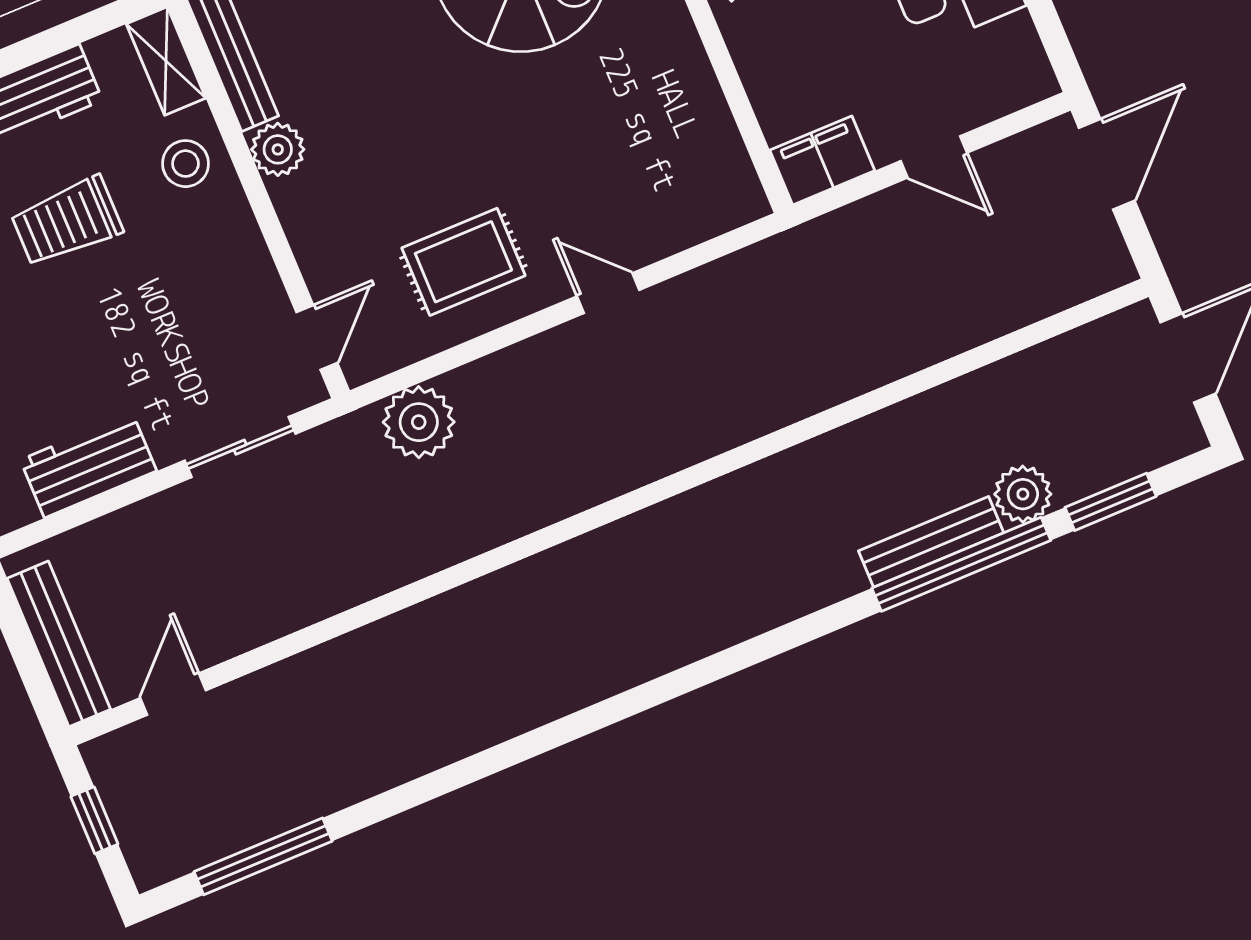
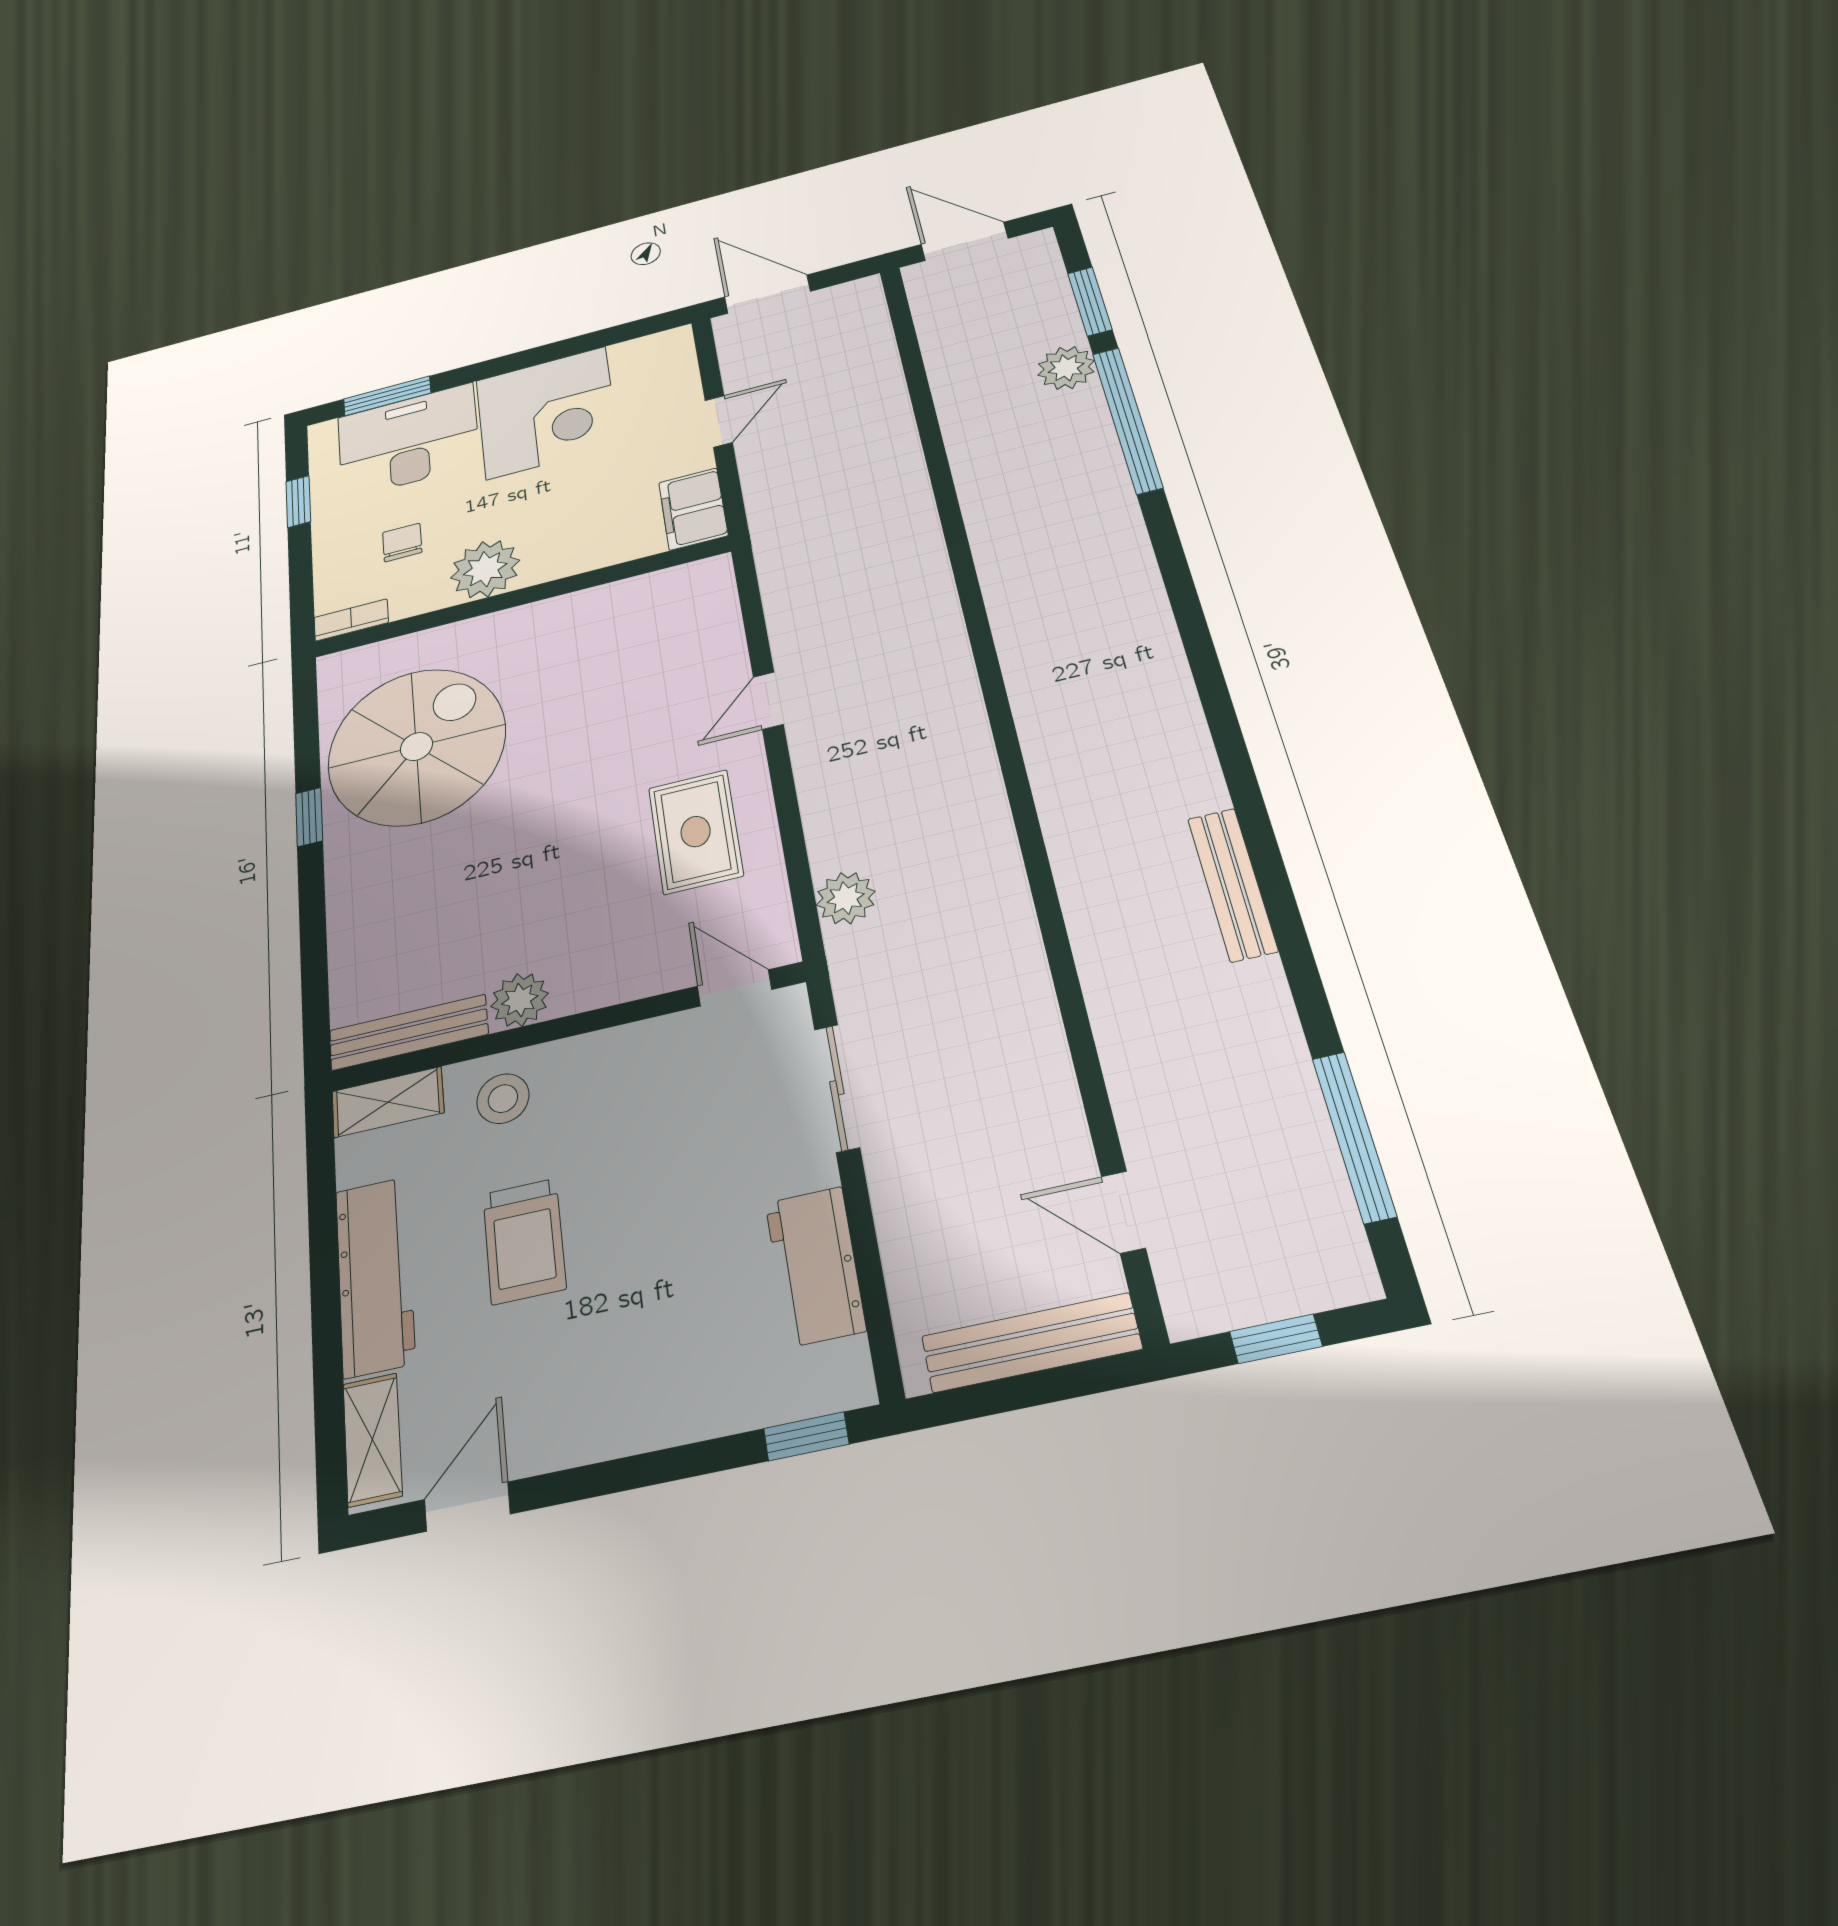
plant: (419, 422) -> (846, 898), width x0.73, depth x0.73
bench: (931, 542) -> (1232, 884), moved

